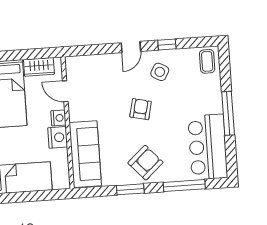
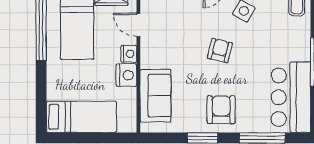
sofa: (85, 154) -> (156, 96), width x0.73
armchair: (145, 163) -> (221, 110), turned -48

